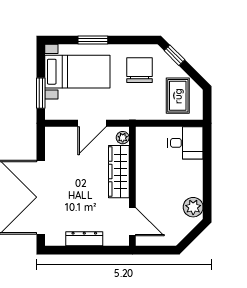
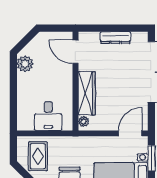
door: (92, 123) -> (130, 133), moved
desk: (185, 143) -> (48, 116), moved, turned -90

